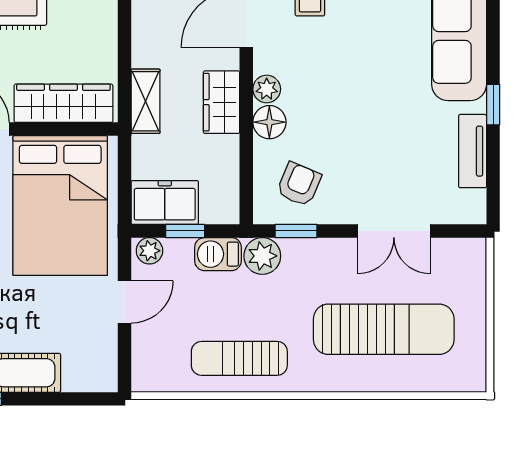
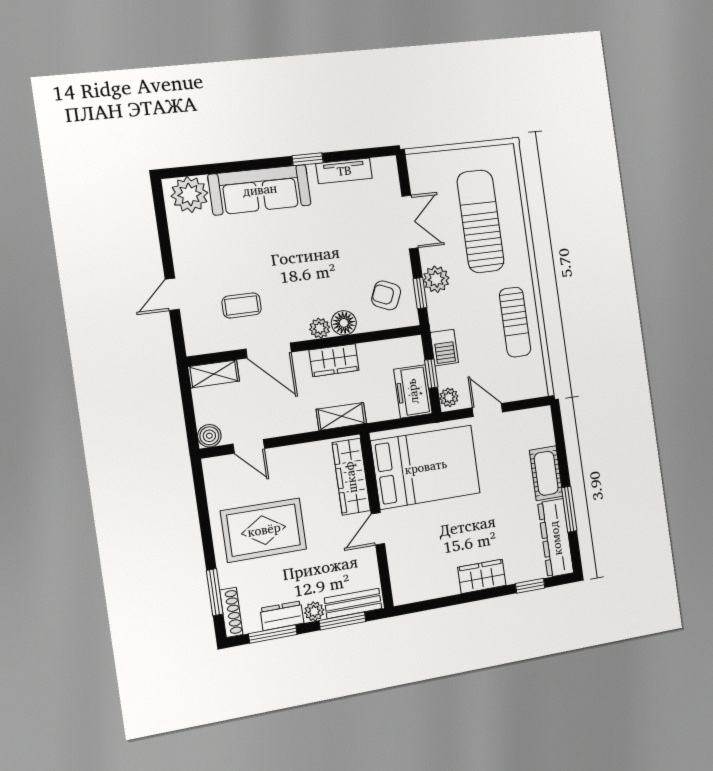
plant: (262, 256) -> (436, 279), moved

